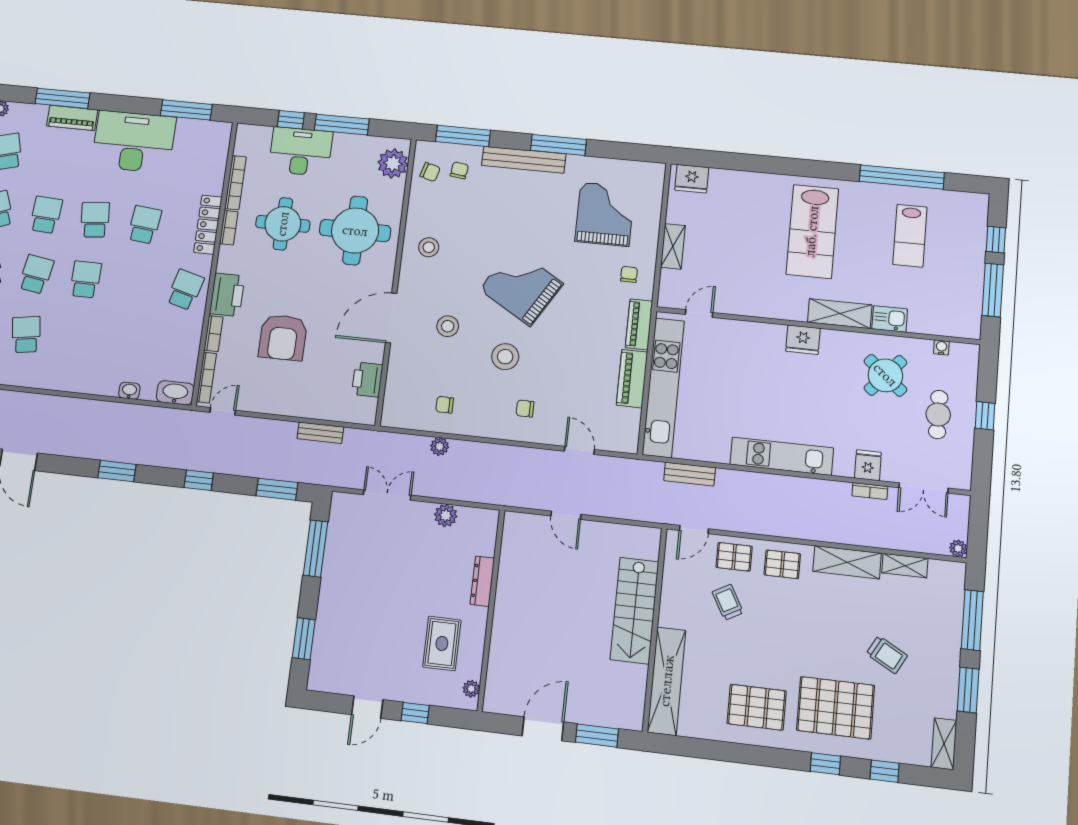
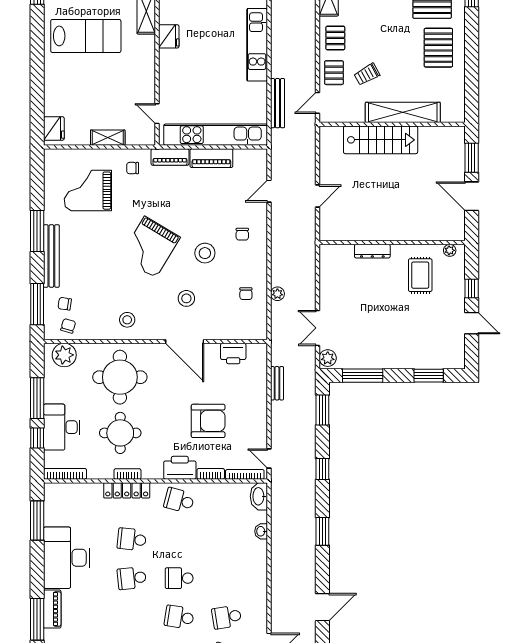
bookcase: (235, 183) -> (65, 474), moved
school desk: (46, 215) -> (132, 617), removed
bench: (690, 474) -> (277, 103), width x1.36
plant: (446, 515) -> (328, 358), moved
door: (694, 530) -> (318, 103), swing flipped
rug: (442, 643) -> (420, 275), turned 90
shelving: (667, 681) -> (403, 112), moved

